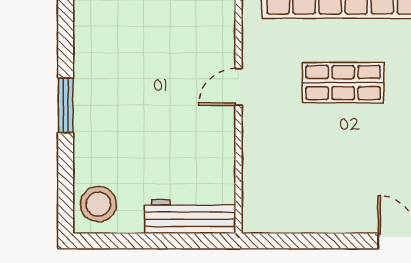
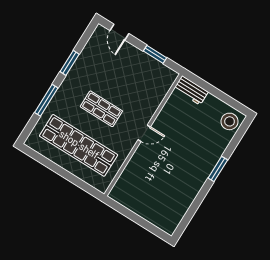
workbench: (190, 217) -> (191, 90), width x0.73
window: (308, 241) -> (155, 54), added

